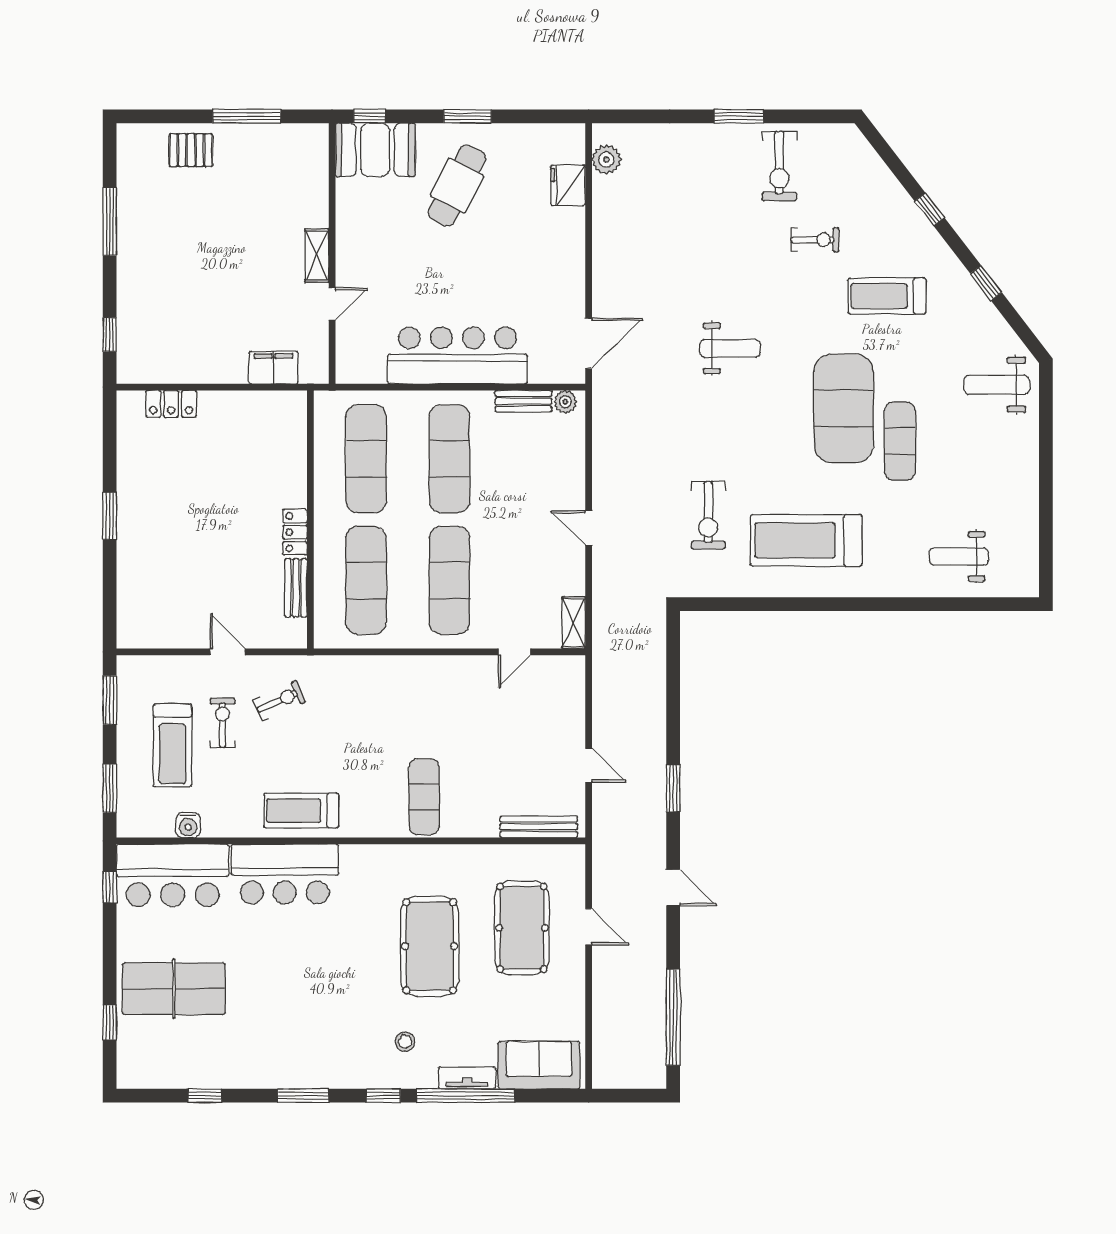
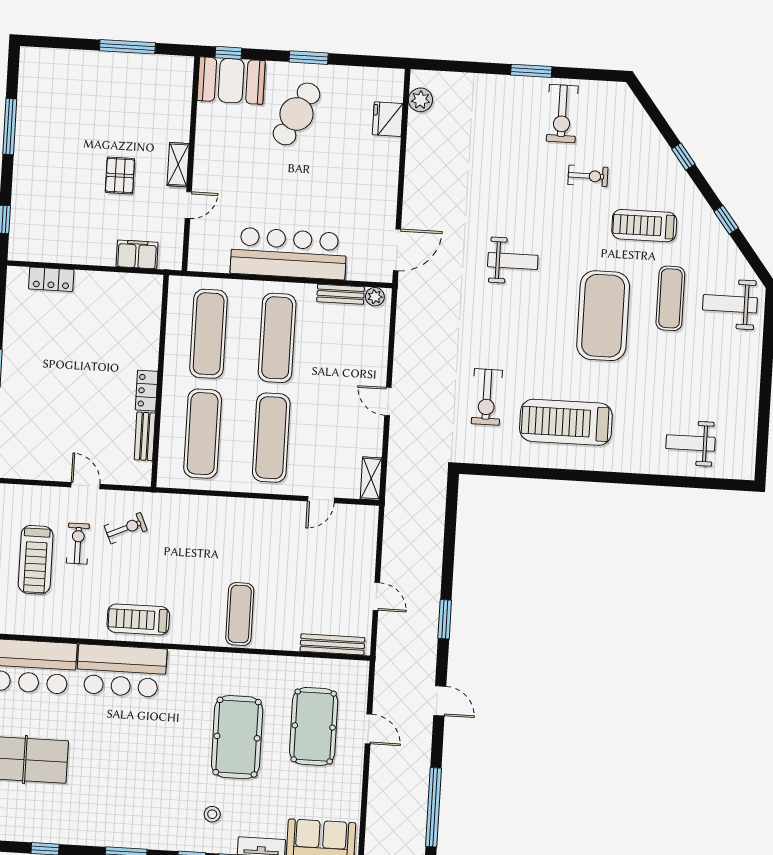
pallet: (191, 150) -> (120, 175), moved, turned 90
exercise mat: (900, 441) -> (670, 298), moved
water cooler: (188, 825) -> (45, 626), removed

